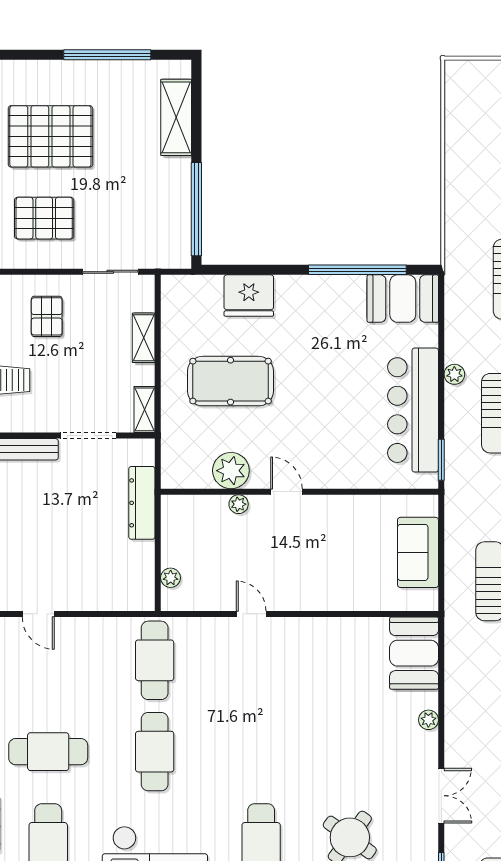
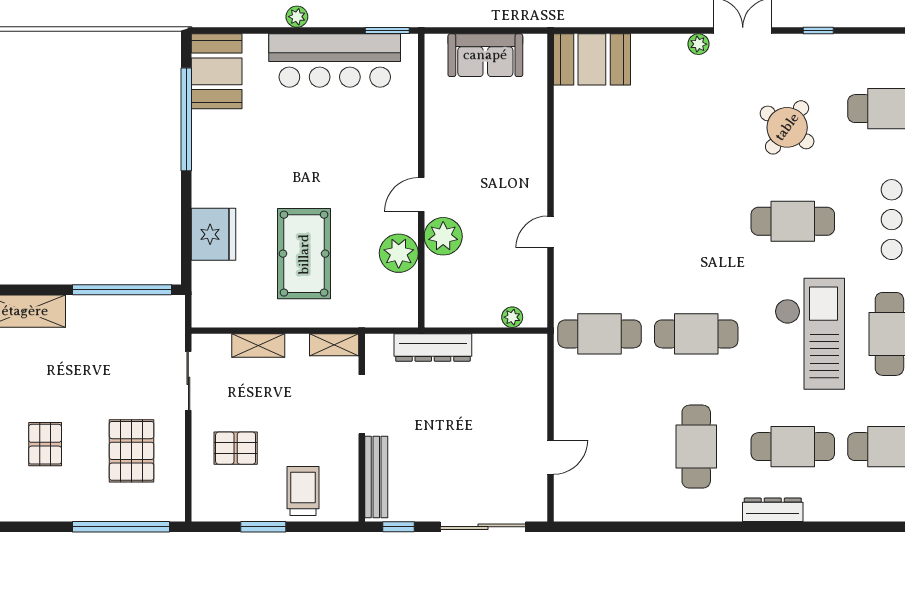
pallet: (50, 136) -> (45, 444), width x0.49, depth x0.50
plant: (239, 504) -> (443, 236), width x1.87, depth x1.87
plant: (428, 720) -> (698, 44), moved

